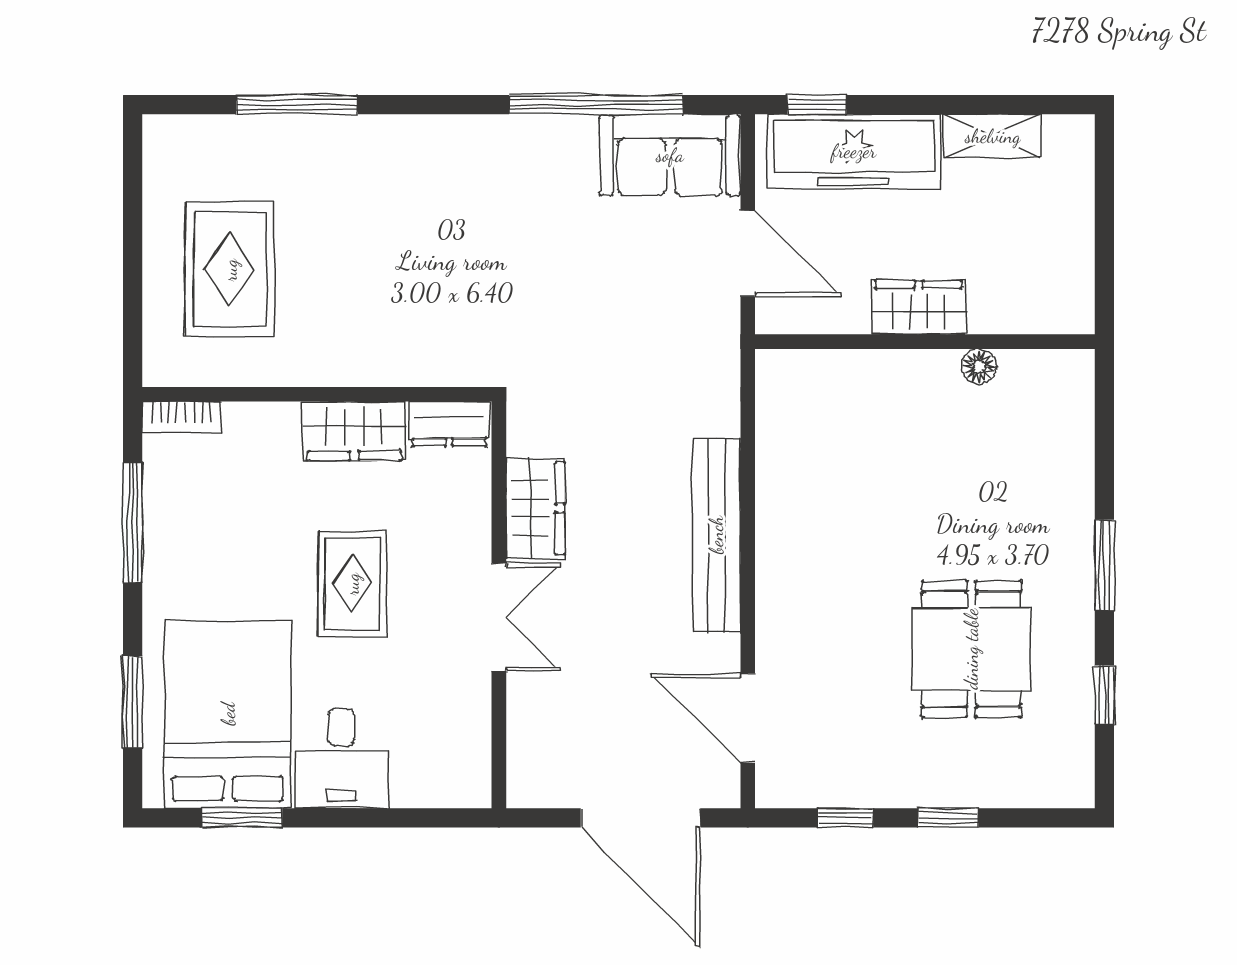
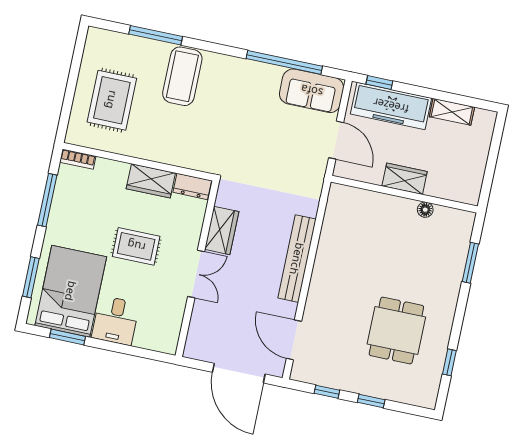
coffee table: (375, 183) -> (182, 76), added
window: (1104, 565) -> (470, 263), moved
rug: (352, 584) -> (136, 246), turned 90

